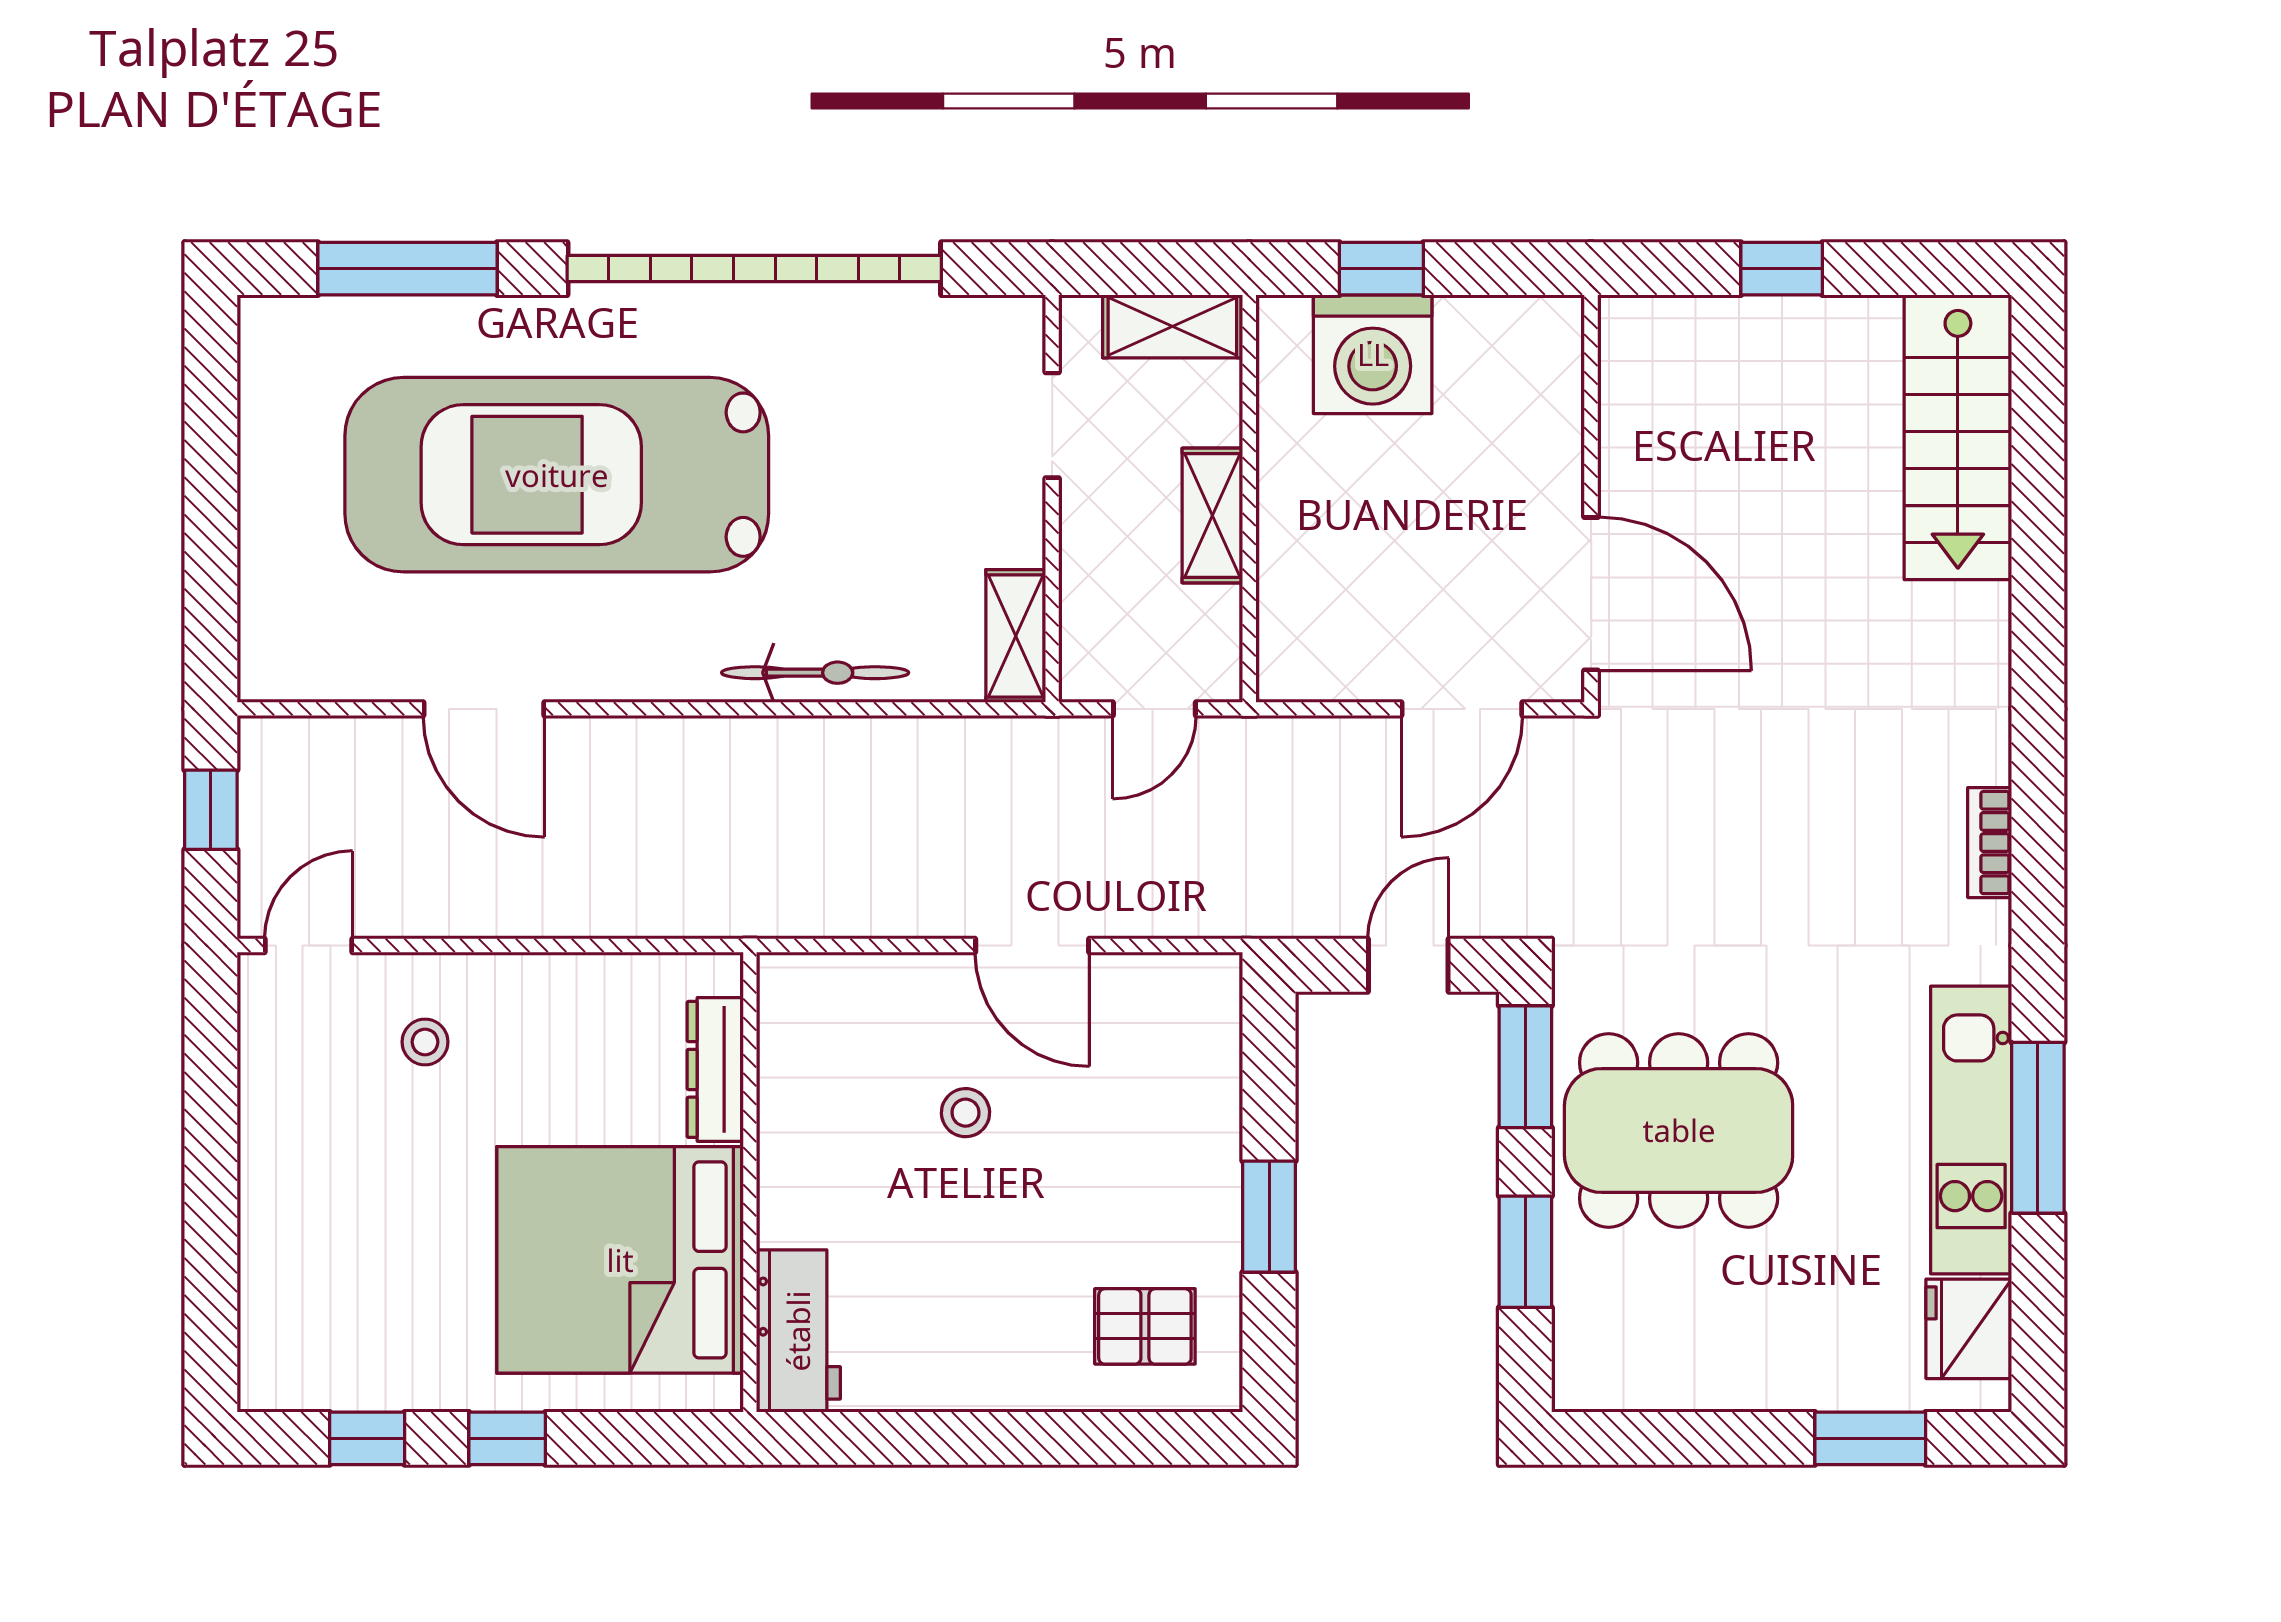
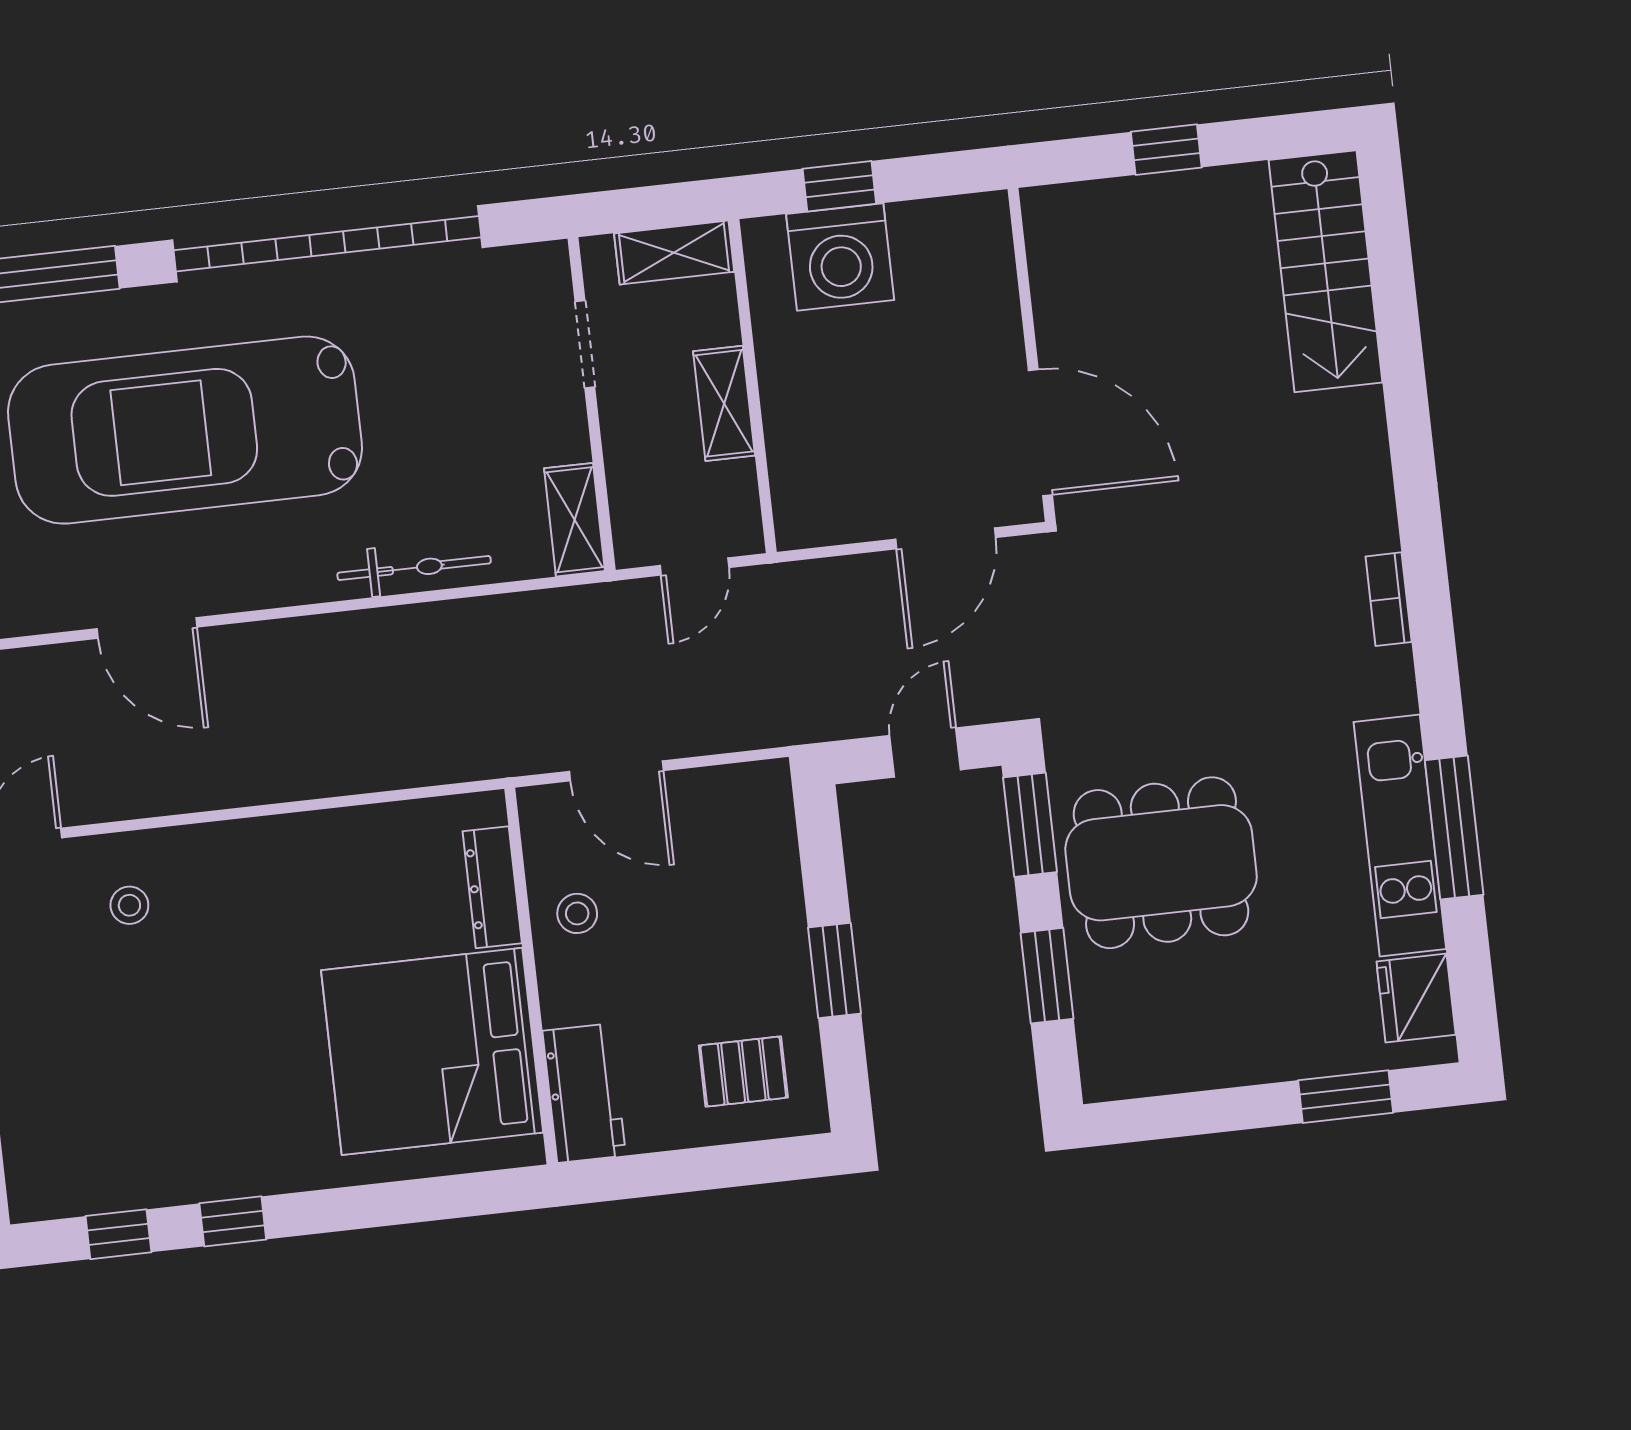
dresser: (715, 1069) -> (492, 887), moved
wall: (750, 1182) -> (531, 976), moved
bed: (620, 1260) -> (432, 1051), moved
workbench: (798, 1331) -> (584, 1093), moved

